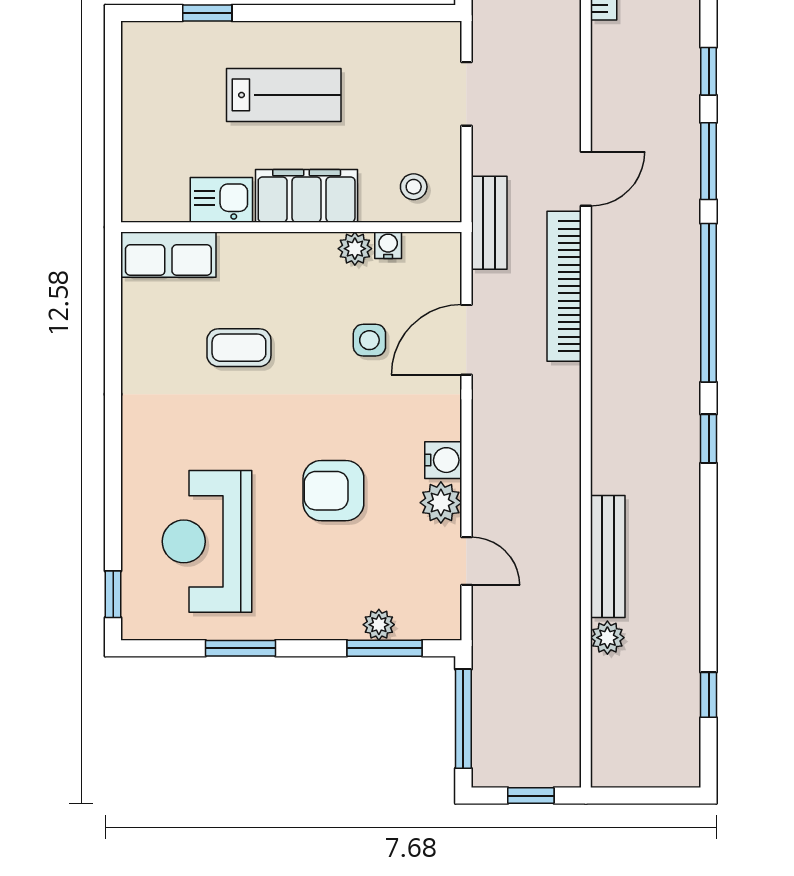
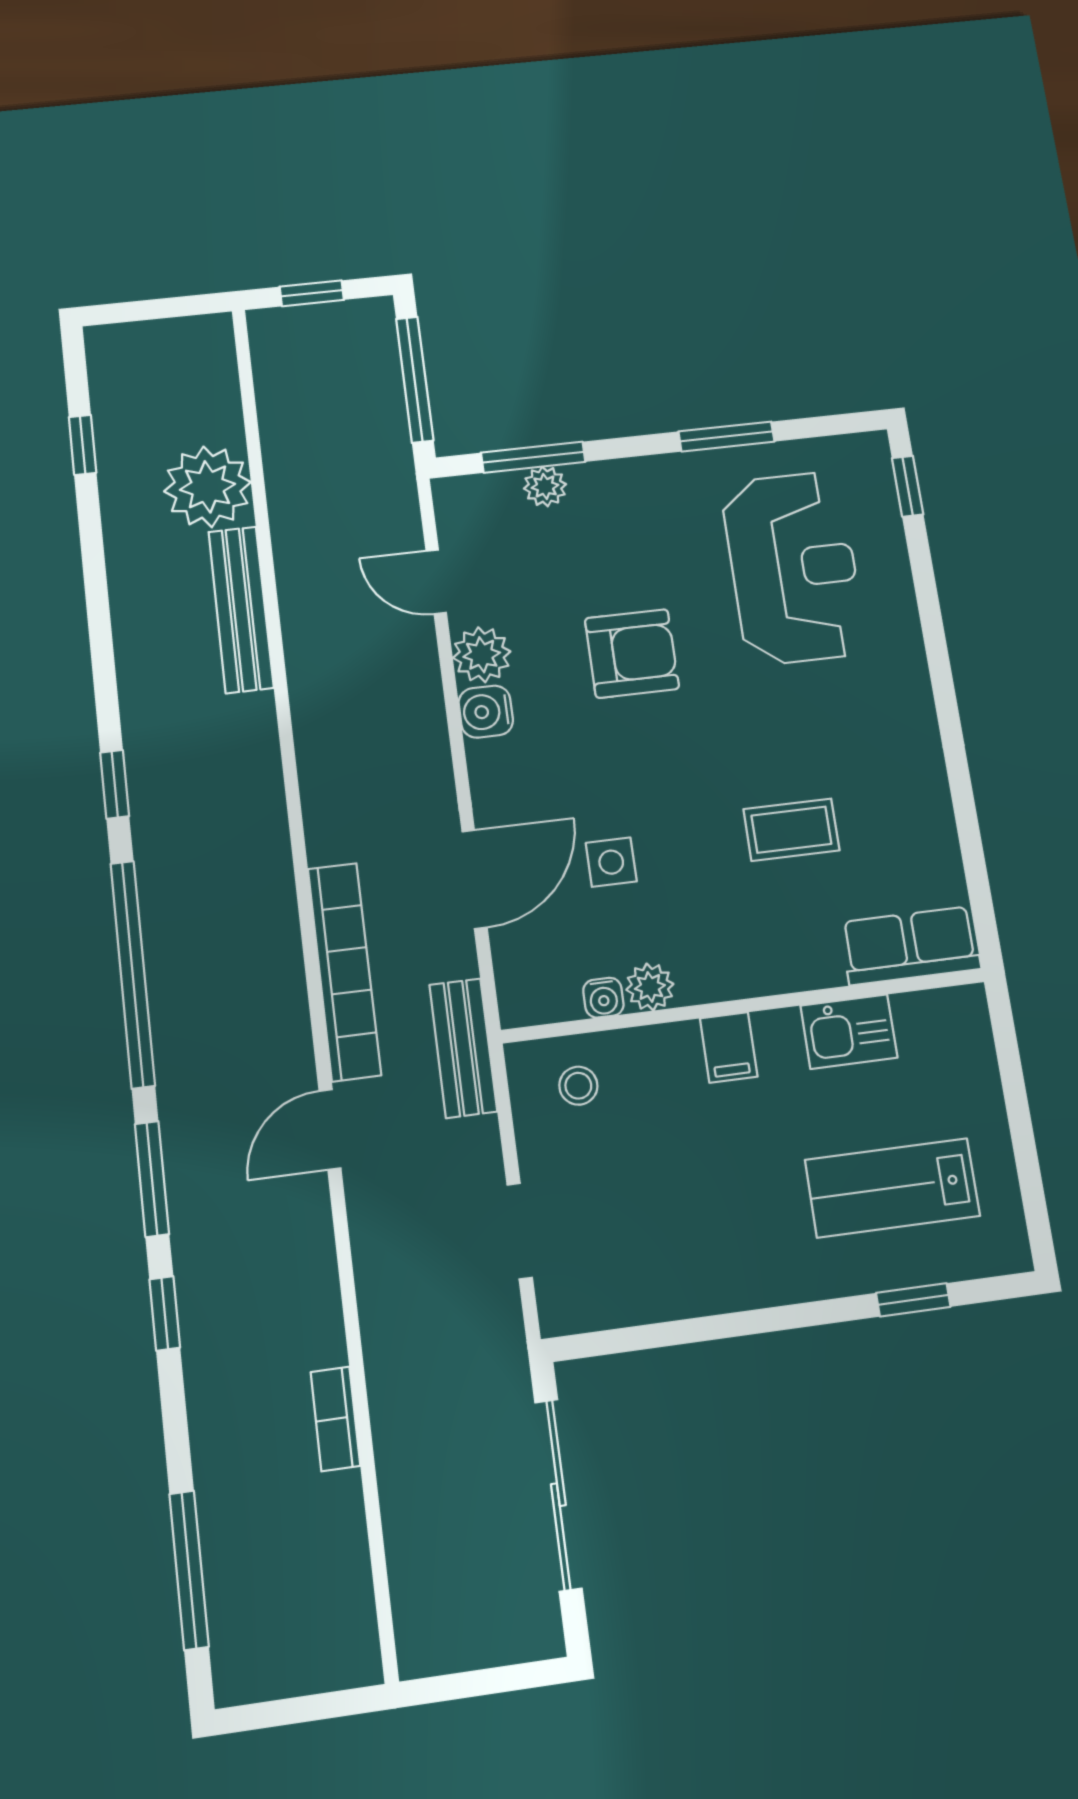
lab bench: (284, 95) -> (892, 1188), moved
filing cabinet: (307, 196) -> (729, 1047), width x0.33, depth x0.86
plant: (607, 638) -> (208, 487), width x1.88, depth x1.88

